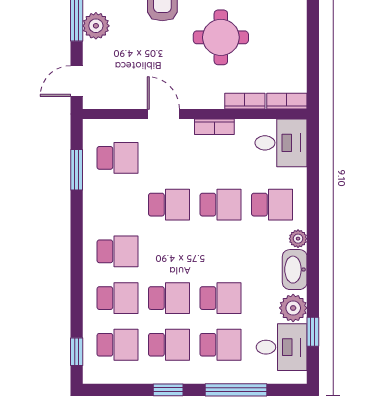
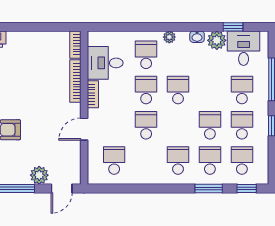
plant: (96, 26) -> (39, 175), moved
round table: (221, 37) -> (32, 90), removed
door: (77, 81) -> (62, 188), hinge flipped
bookcase: (245, 101) -> (75, 81), width x1.56
desk: (281, 143) -> (105, 63), moved, turned -90
window: (77, 170) -> (209, 188), moved
washbasin: (295, 270) -> (197, 37), width x0.52, depth x0.69
school desk: (220, 298) -> (178, 90), moved

